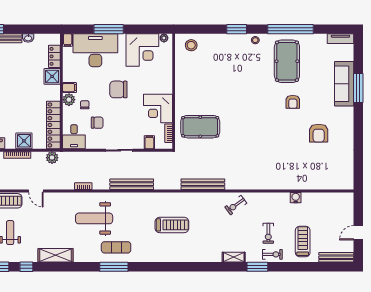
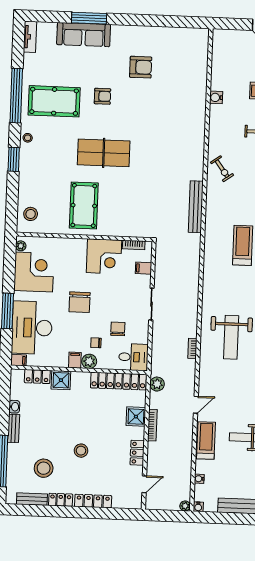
table tennis table: (245, 105) -> (104, 153), added
pool table: (200, 127) -> (84, 205), moved
bench: (132, 184) -> (192, 291), removed

